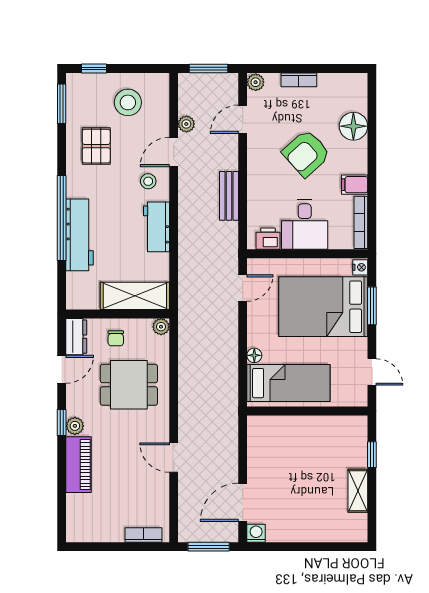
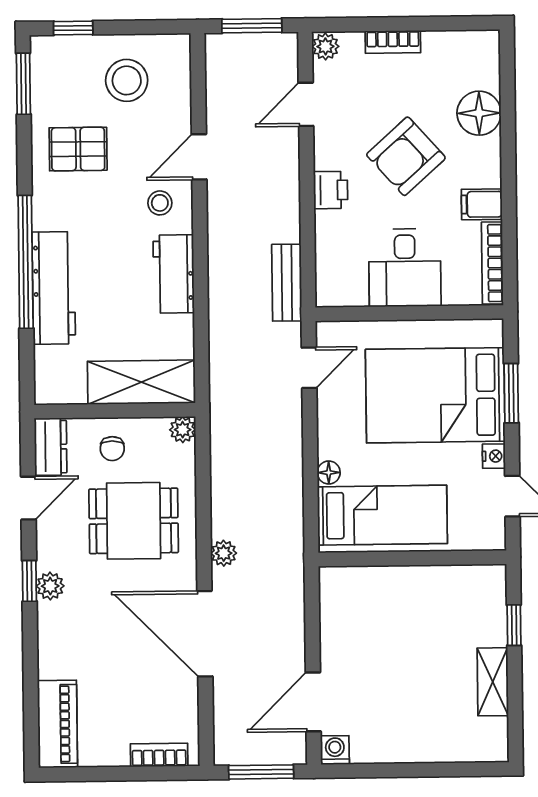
plant: (186, 124) -> (224, 553), moved
pallet: (96, 146) -> (78, 149), turned 90
bench: (229, 196) -> (287, 283), moved
printer: (268, 239) -> (331, 190), moved, turned 90
nightstand: (360, 267) -> (494, 456), moved
door: (174, 458) -> (205, 634), width x1.88
piano: (78, 465) -> (57, 724), moved

